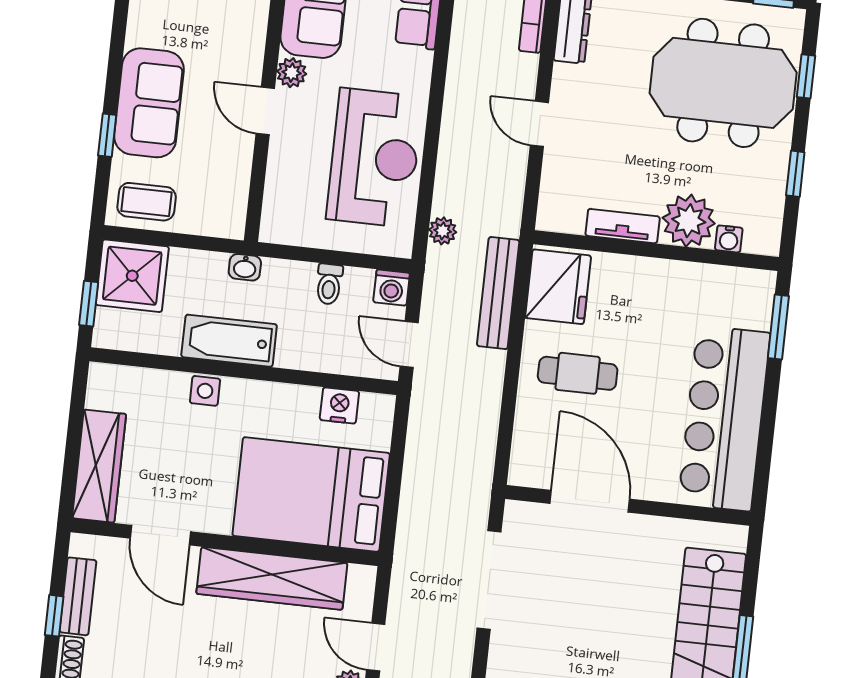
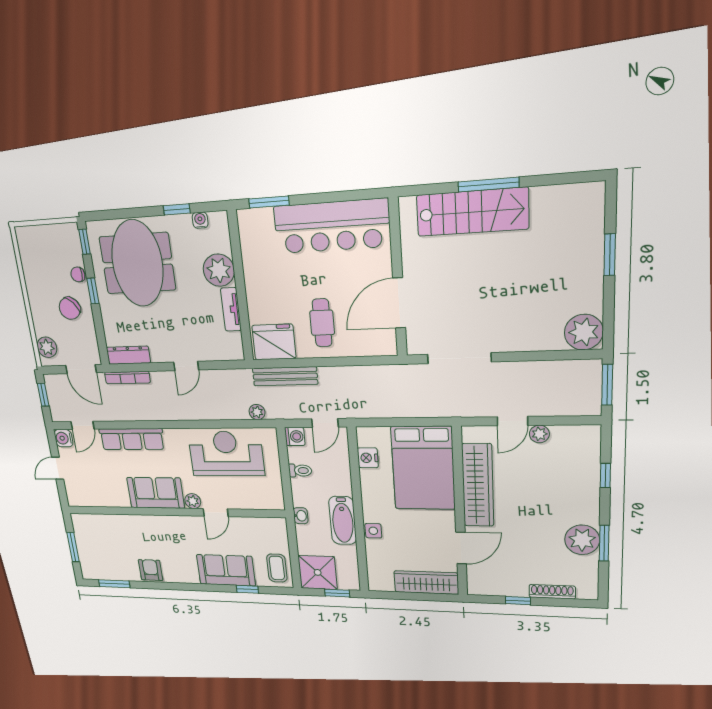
window: (806, 76) -> (121, 214), removed
water cooler: (729, 239) -> (200, 220), moved, turned -90
bench: (78, 596) -> (504, 589), removed

